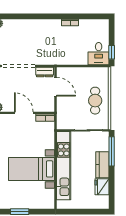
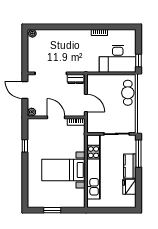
desk: (99, 54) -> (118, 59), width x1.87, depth x1.30
door: (56, 87) -> (86, 103), moved
cafe table: (95, 101) -> (128, 93), moved

